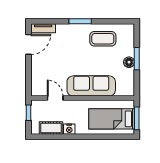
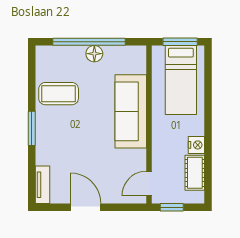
coffee table: (103, 39) -> (59, 94), turned 90
door: (28, 44) -> (86, 207), moved
window: (137, 59) -> (89, 42), width x2.11
door: (55, 98) -> (149, 183), moved

